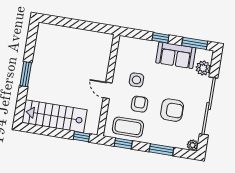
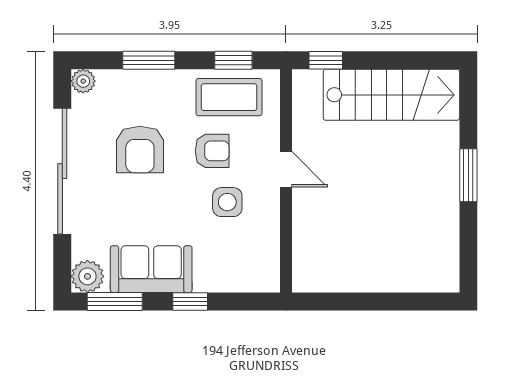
plant: (203, 68) -> (87, 276), moved
armchair: (140, 104) -> (212, 151), turned -90
armchair: (172, 110) -> (140, 150), turned -90

